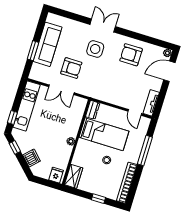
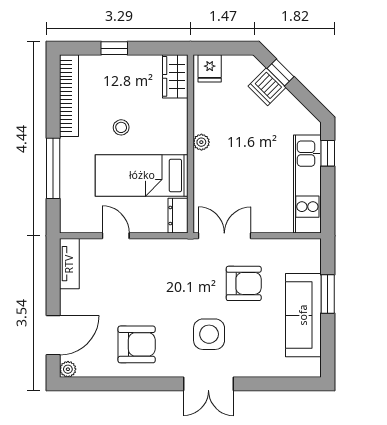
armchair: (71, 68) -> (244, 283), turned 180
double door: (61, 90) -> (224, 236), moved
door: (135, 112) -> (116, 236), moved
window: (15, 147) -> (281, 72), moved

